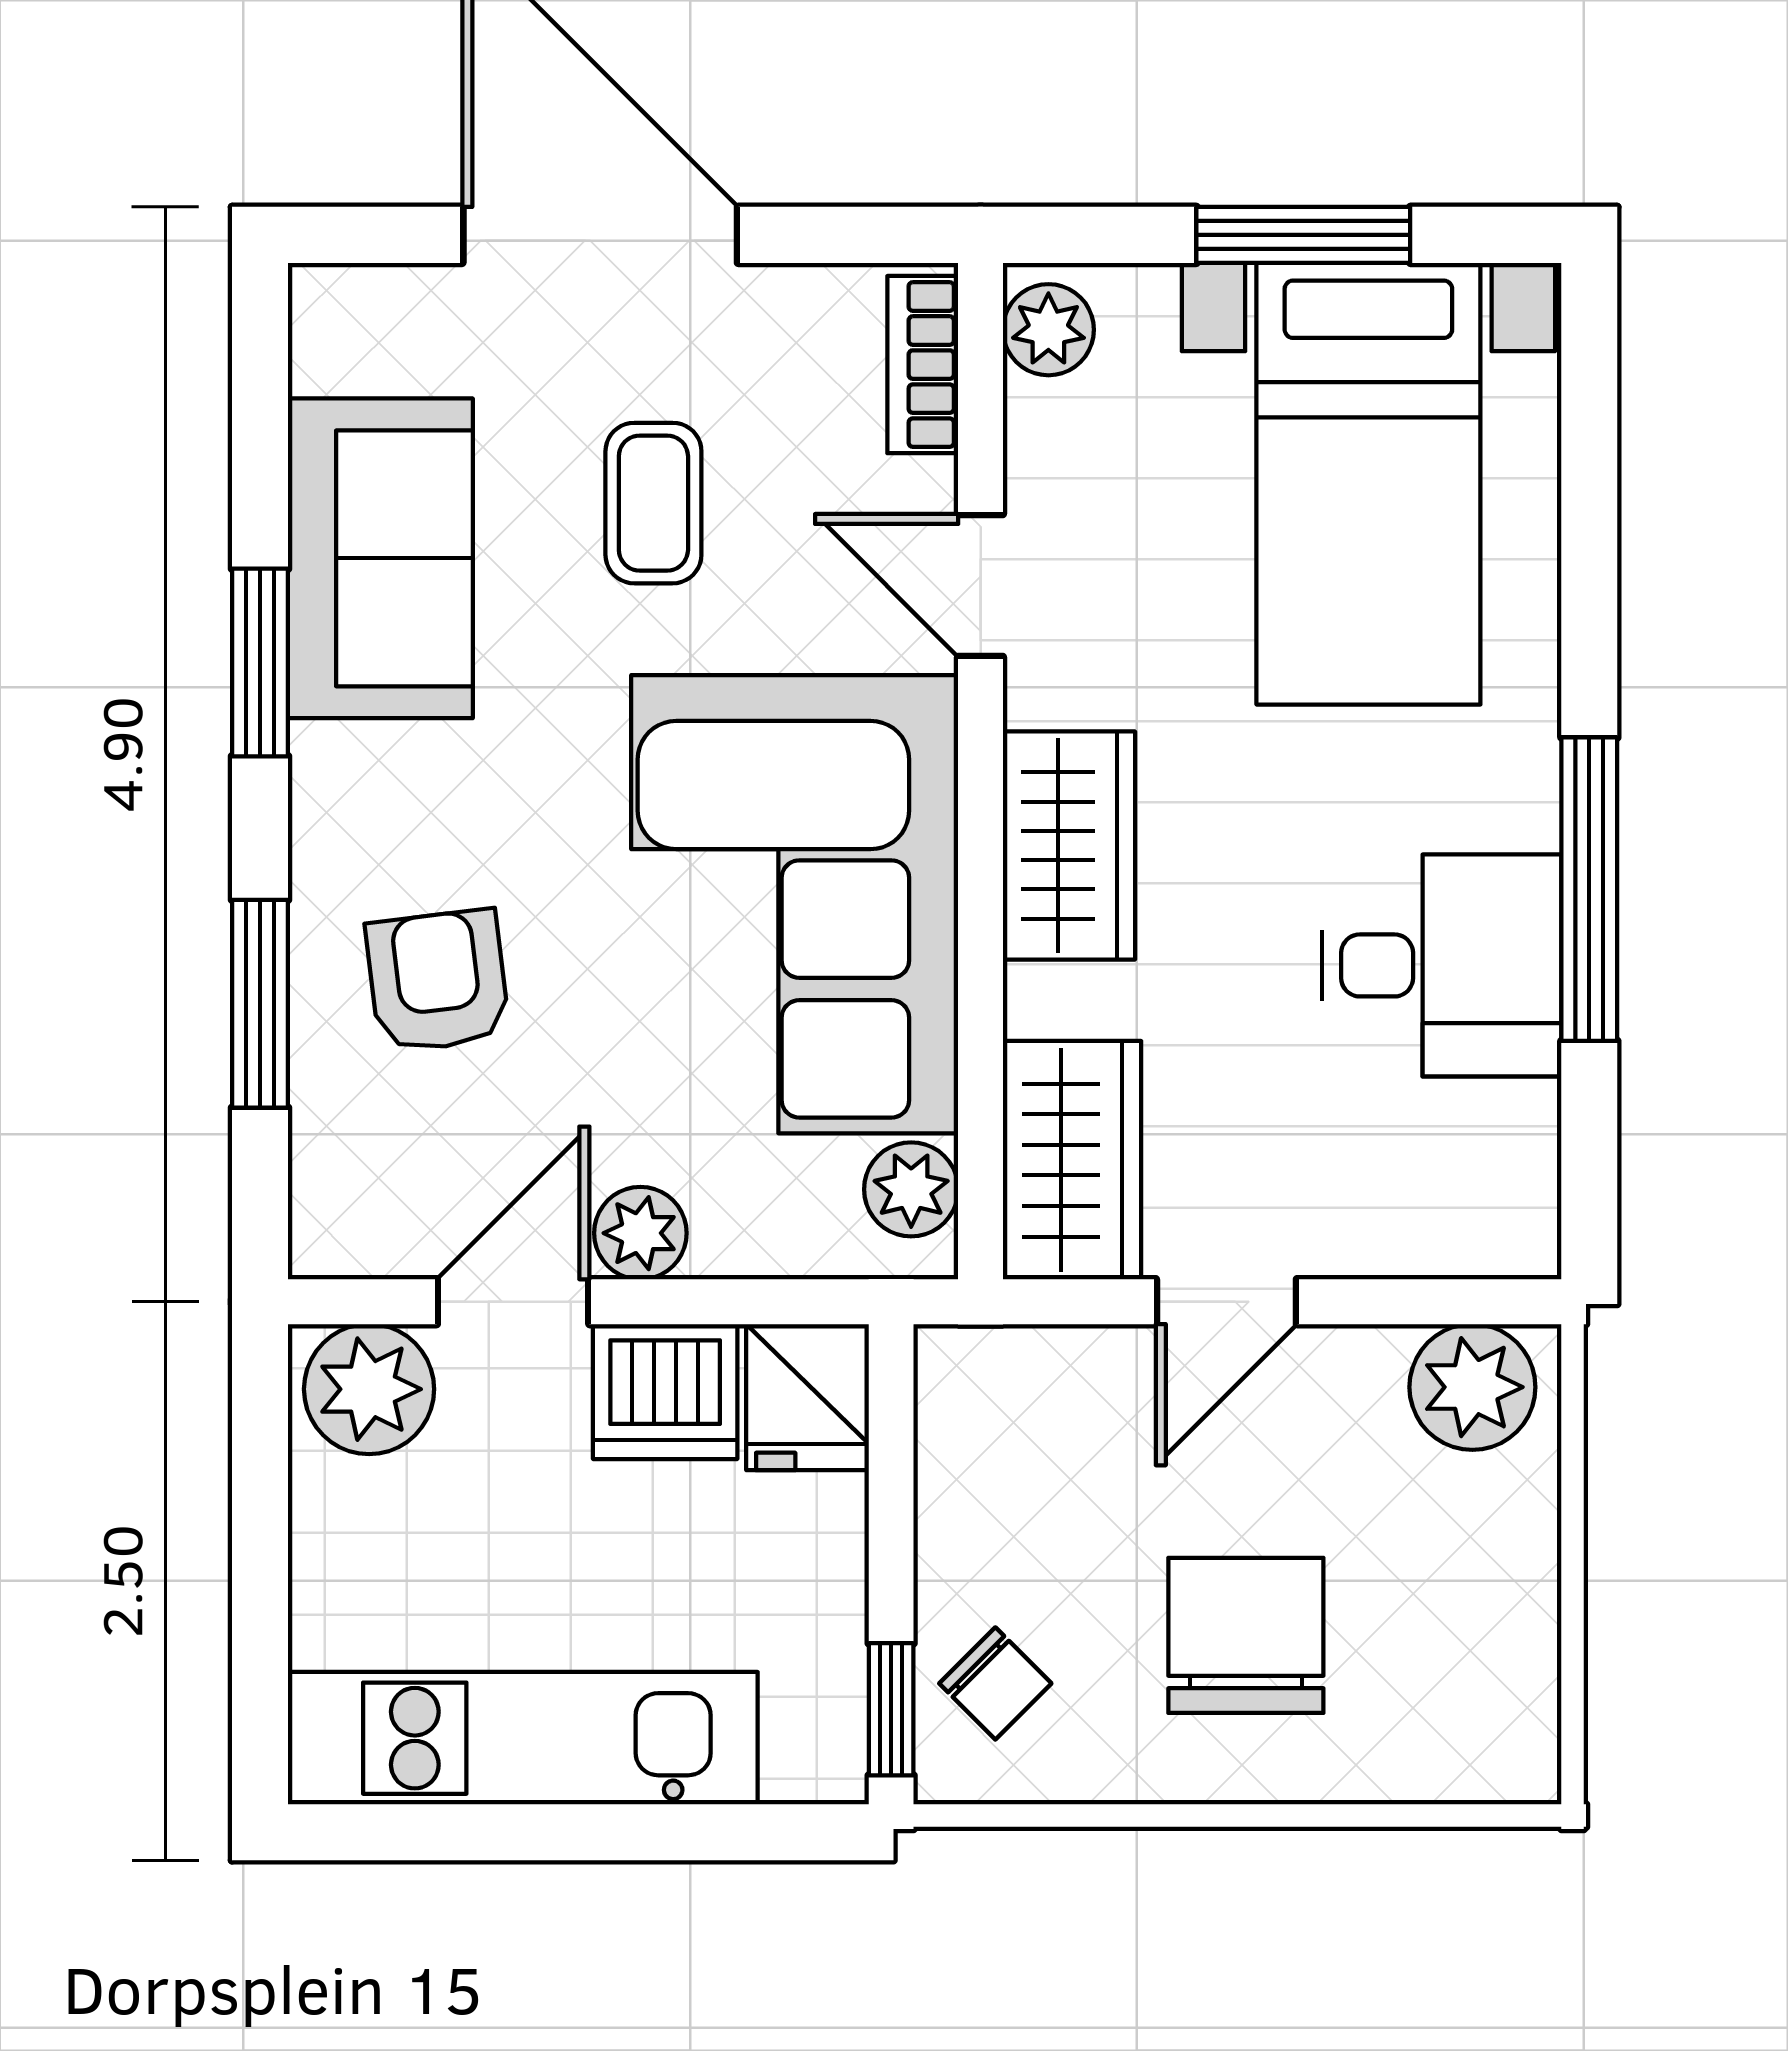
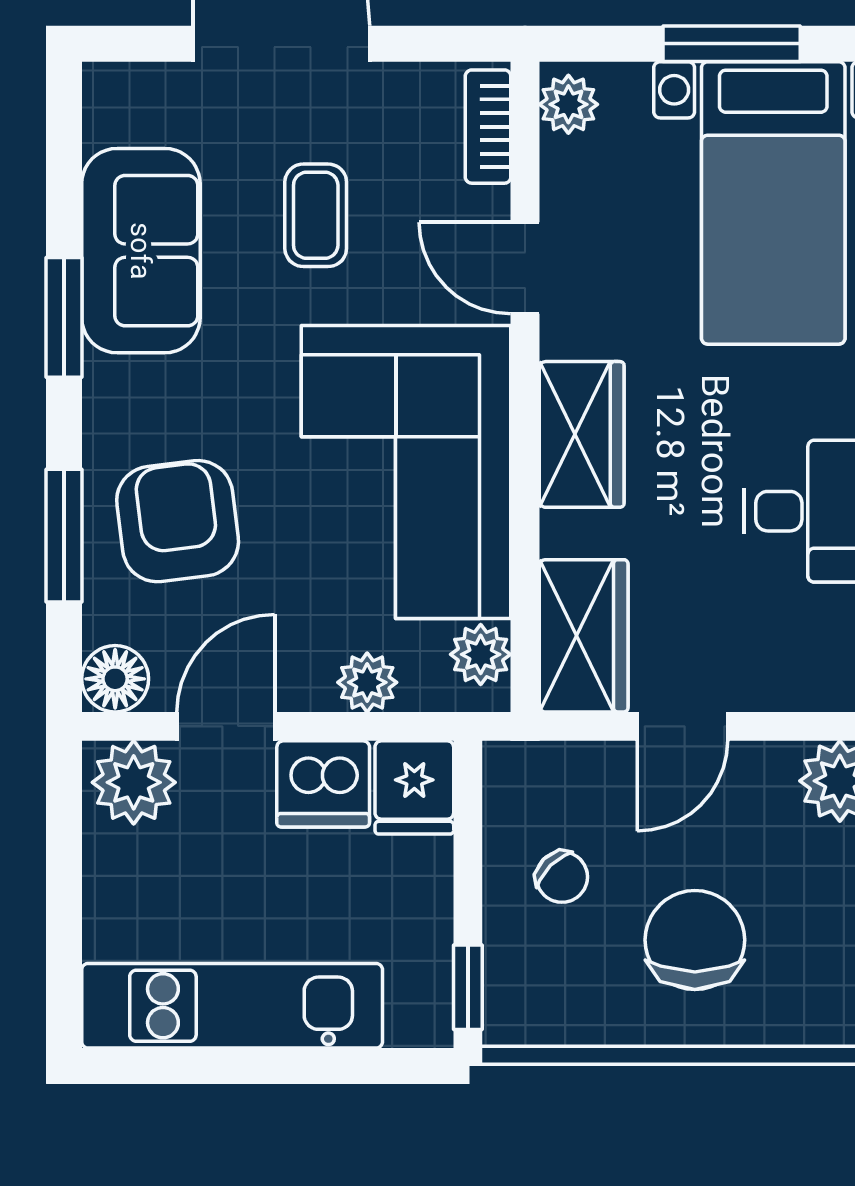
armchair: (438, 981) -> (178, 521), width x1.38, depth x1.38
floor lamp: (340, 1227) -> (115, 679), added
plant: (640, 1233) -> (367, 682), moved
chair: (995, 1683) -> (562, 877), moved

